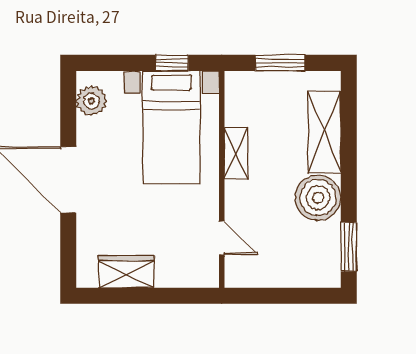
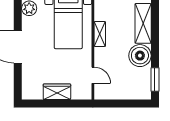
wardrobe: (126, 272) -> (57, 92), moved

